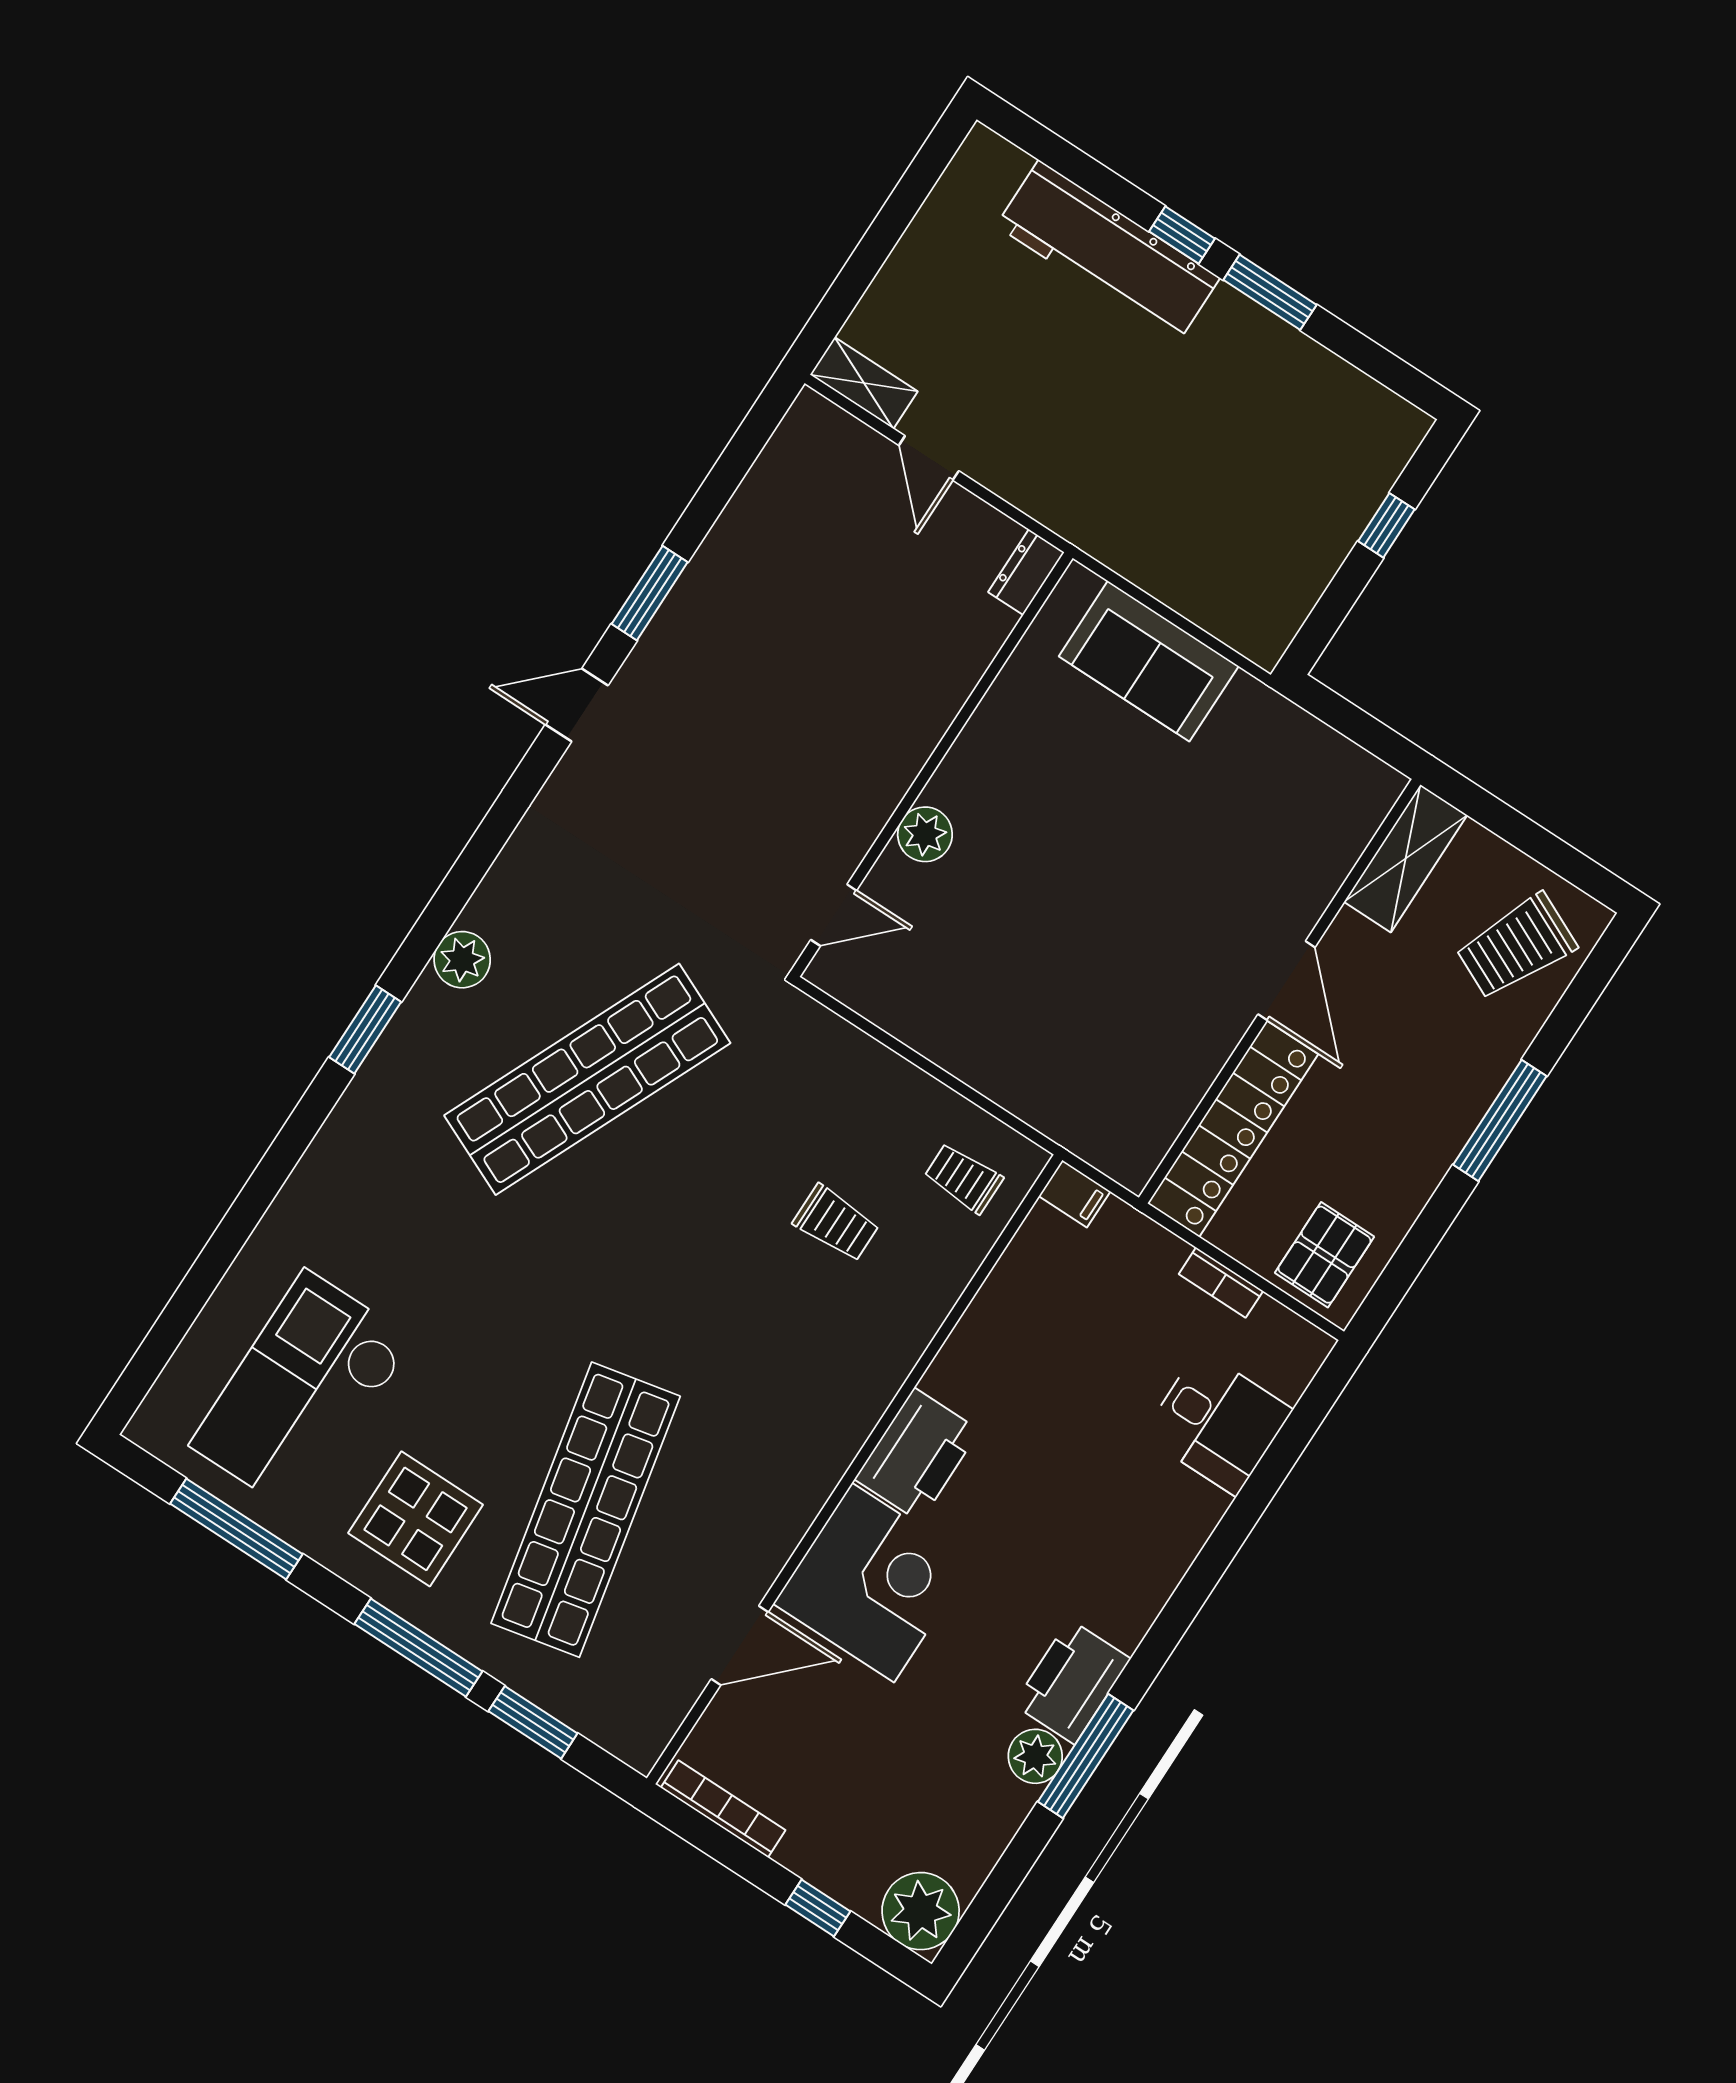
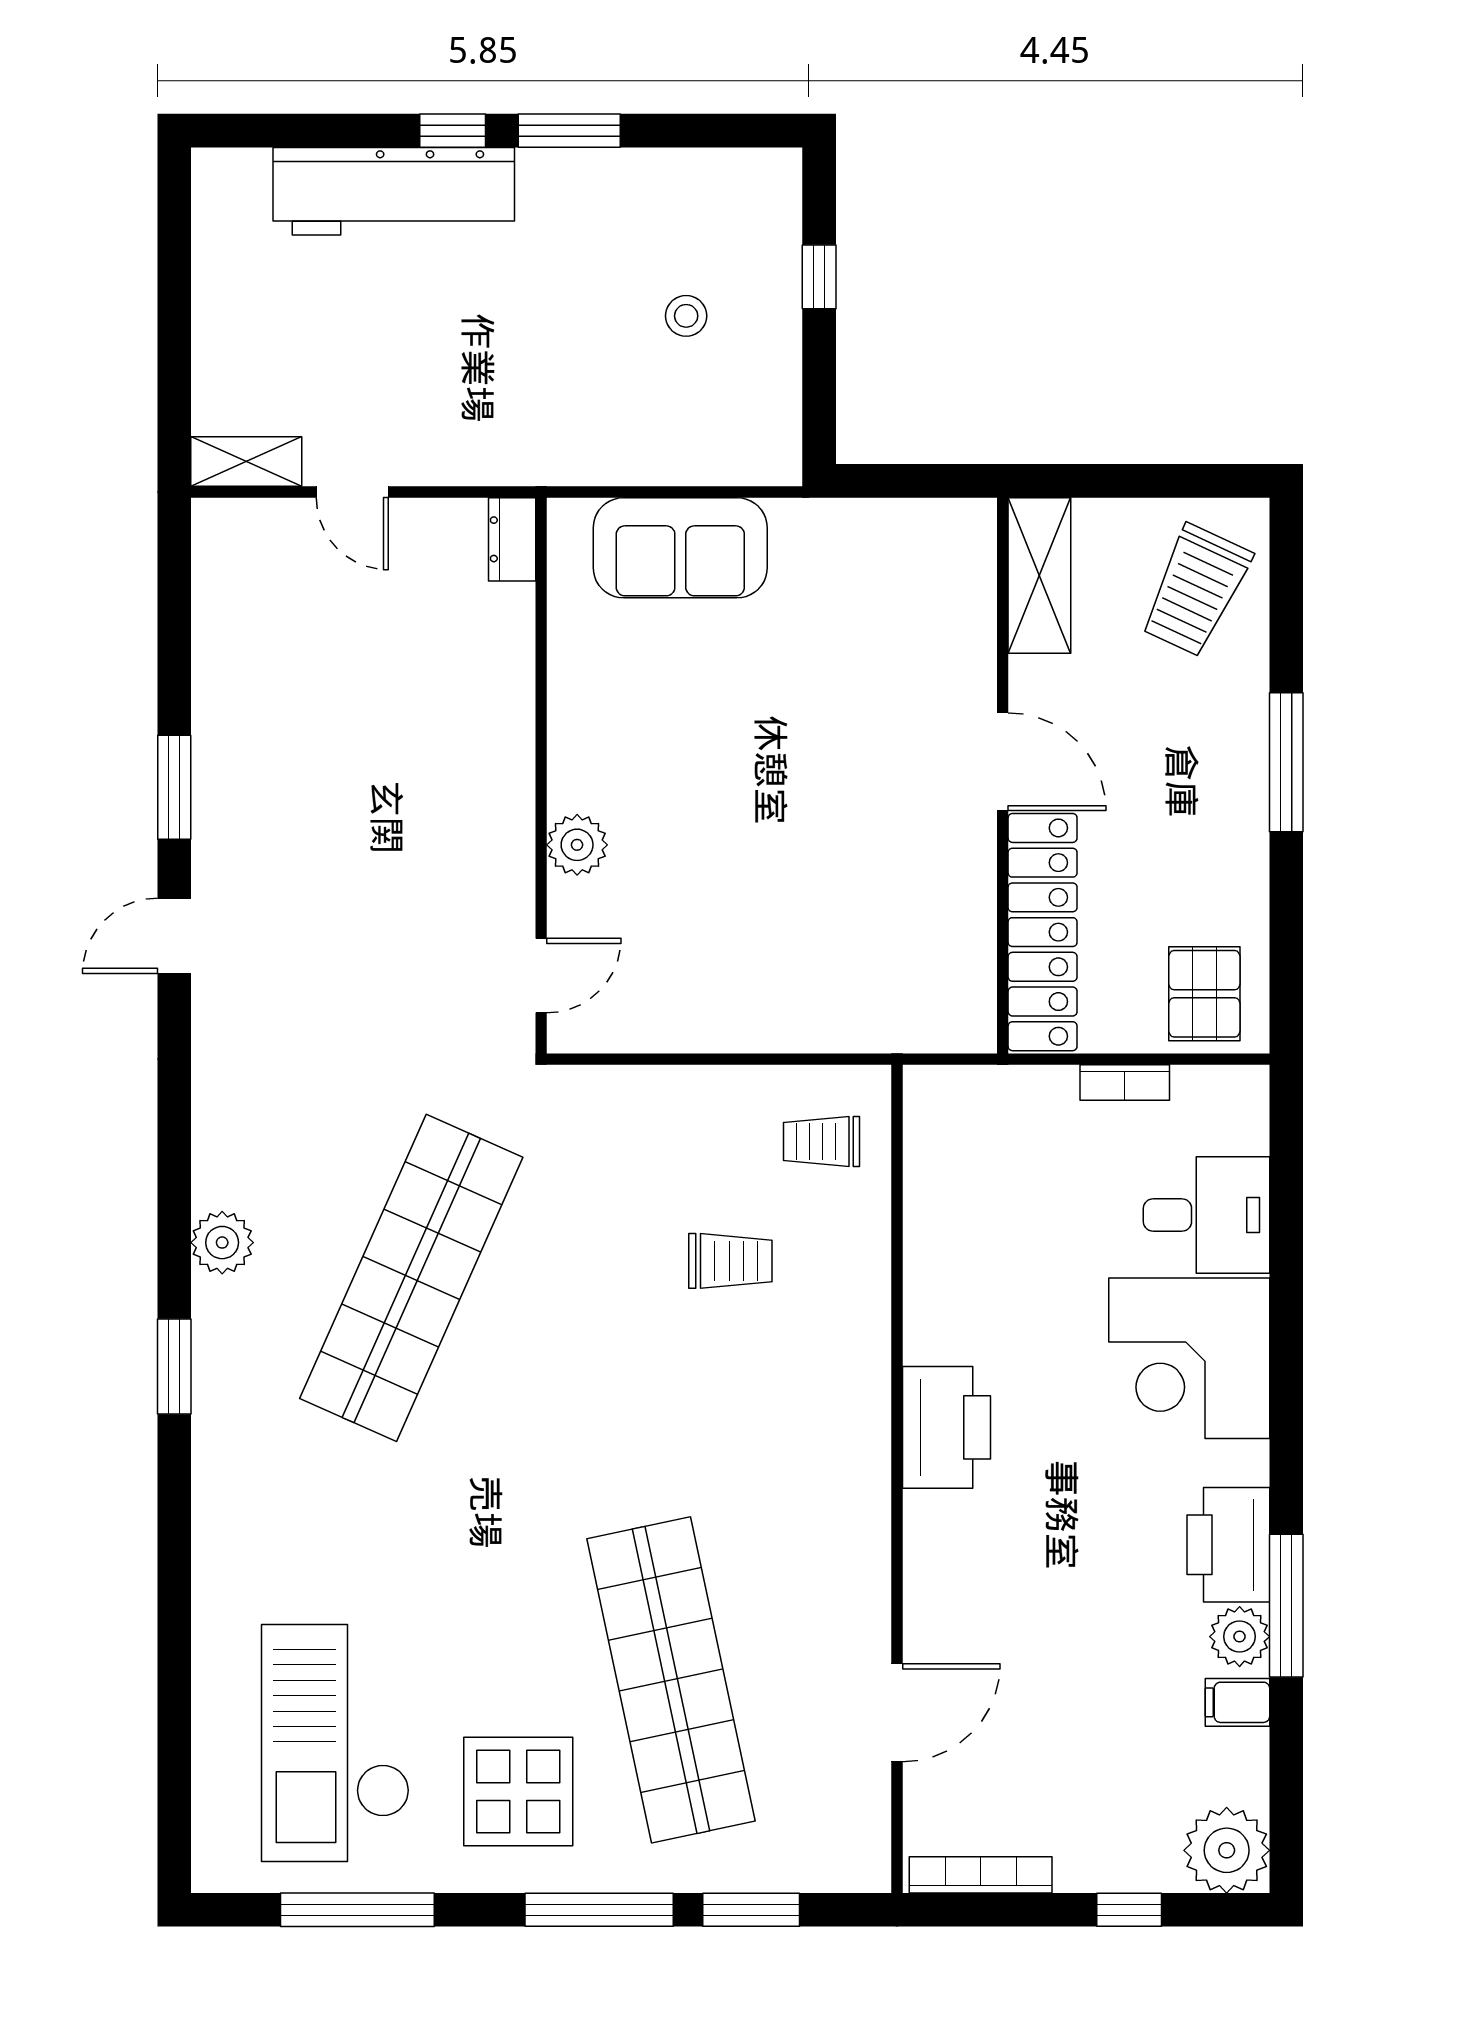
stool: (1267, 489) -> (686, 316), added
filing cabinet: (1075, 1194) -> (1237, 1702), moved, turned 180
corner desk: (873, 1583) -> (1189, 1358), moved, turned 180

